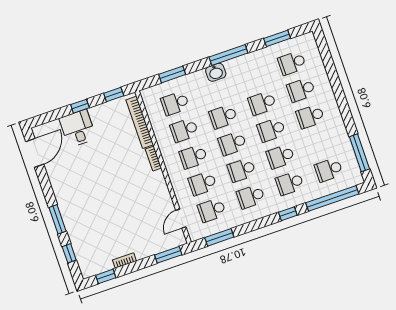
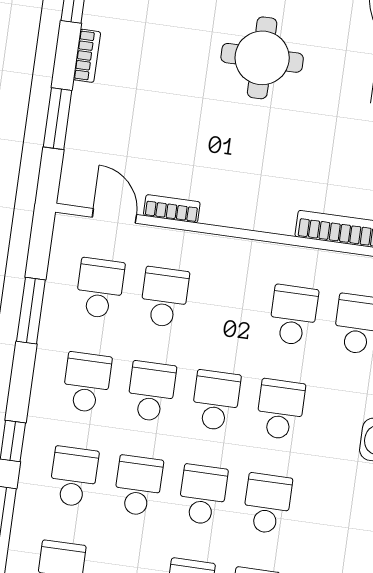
school desk: (193, 157) -> (229, 306), removed
bookcase: (153, 159) -> (172, 209), moved
round table: (91, 193) -> (262, 58), added
window: (219, 237) -> (31, 311), moved
window: (168, 255) -> (58, 119), moved

